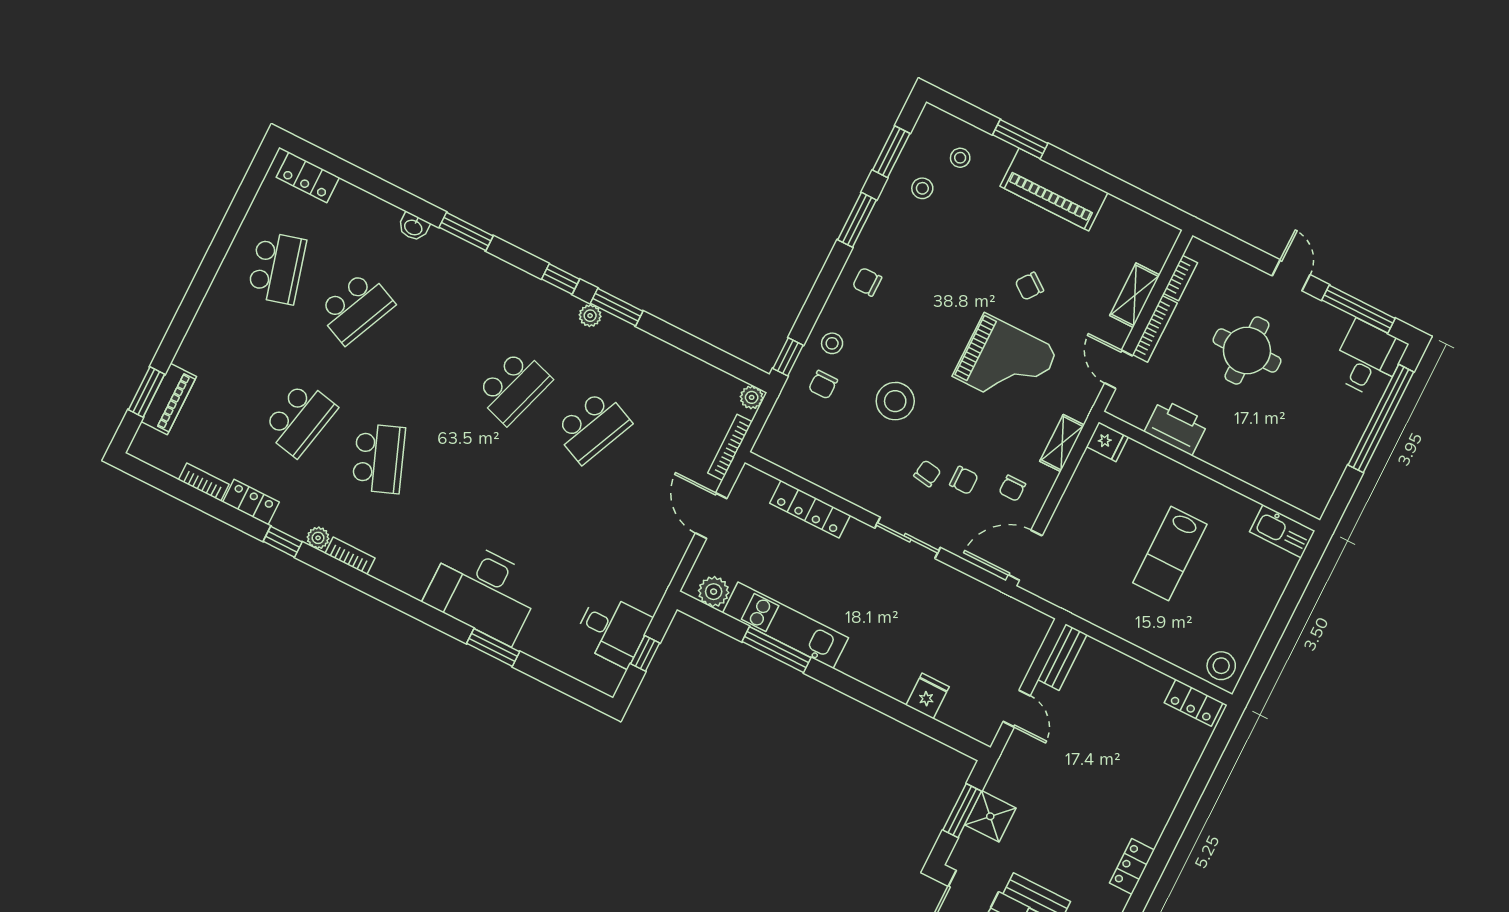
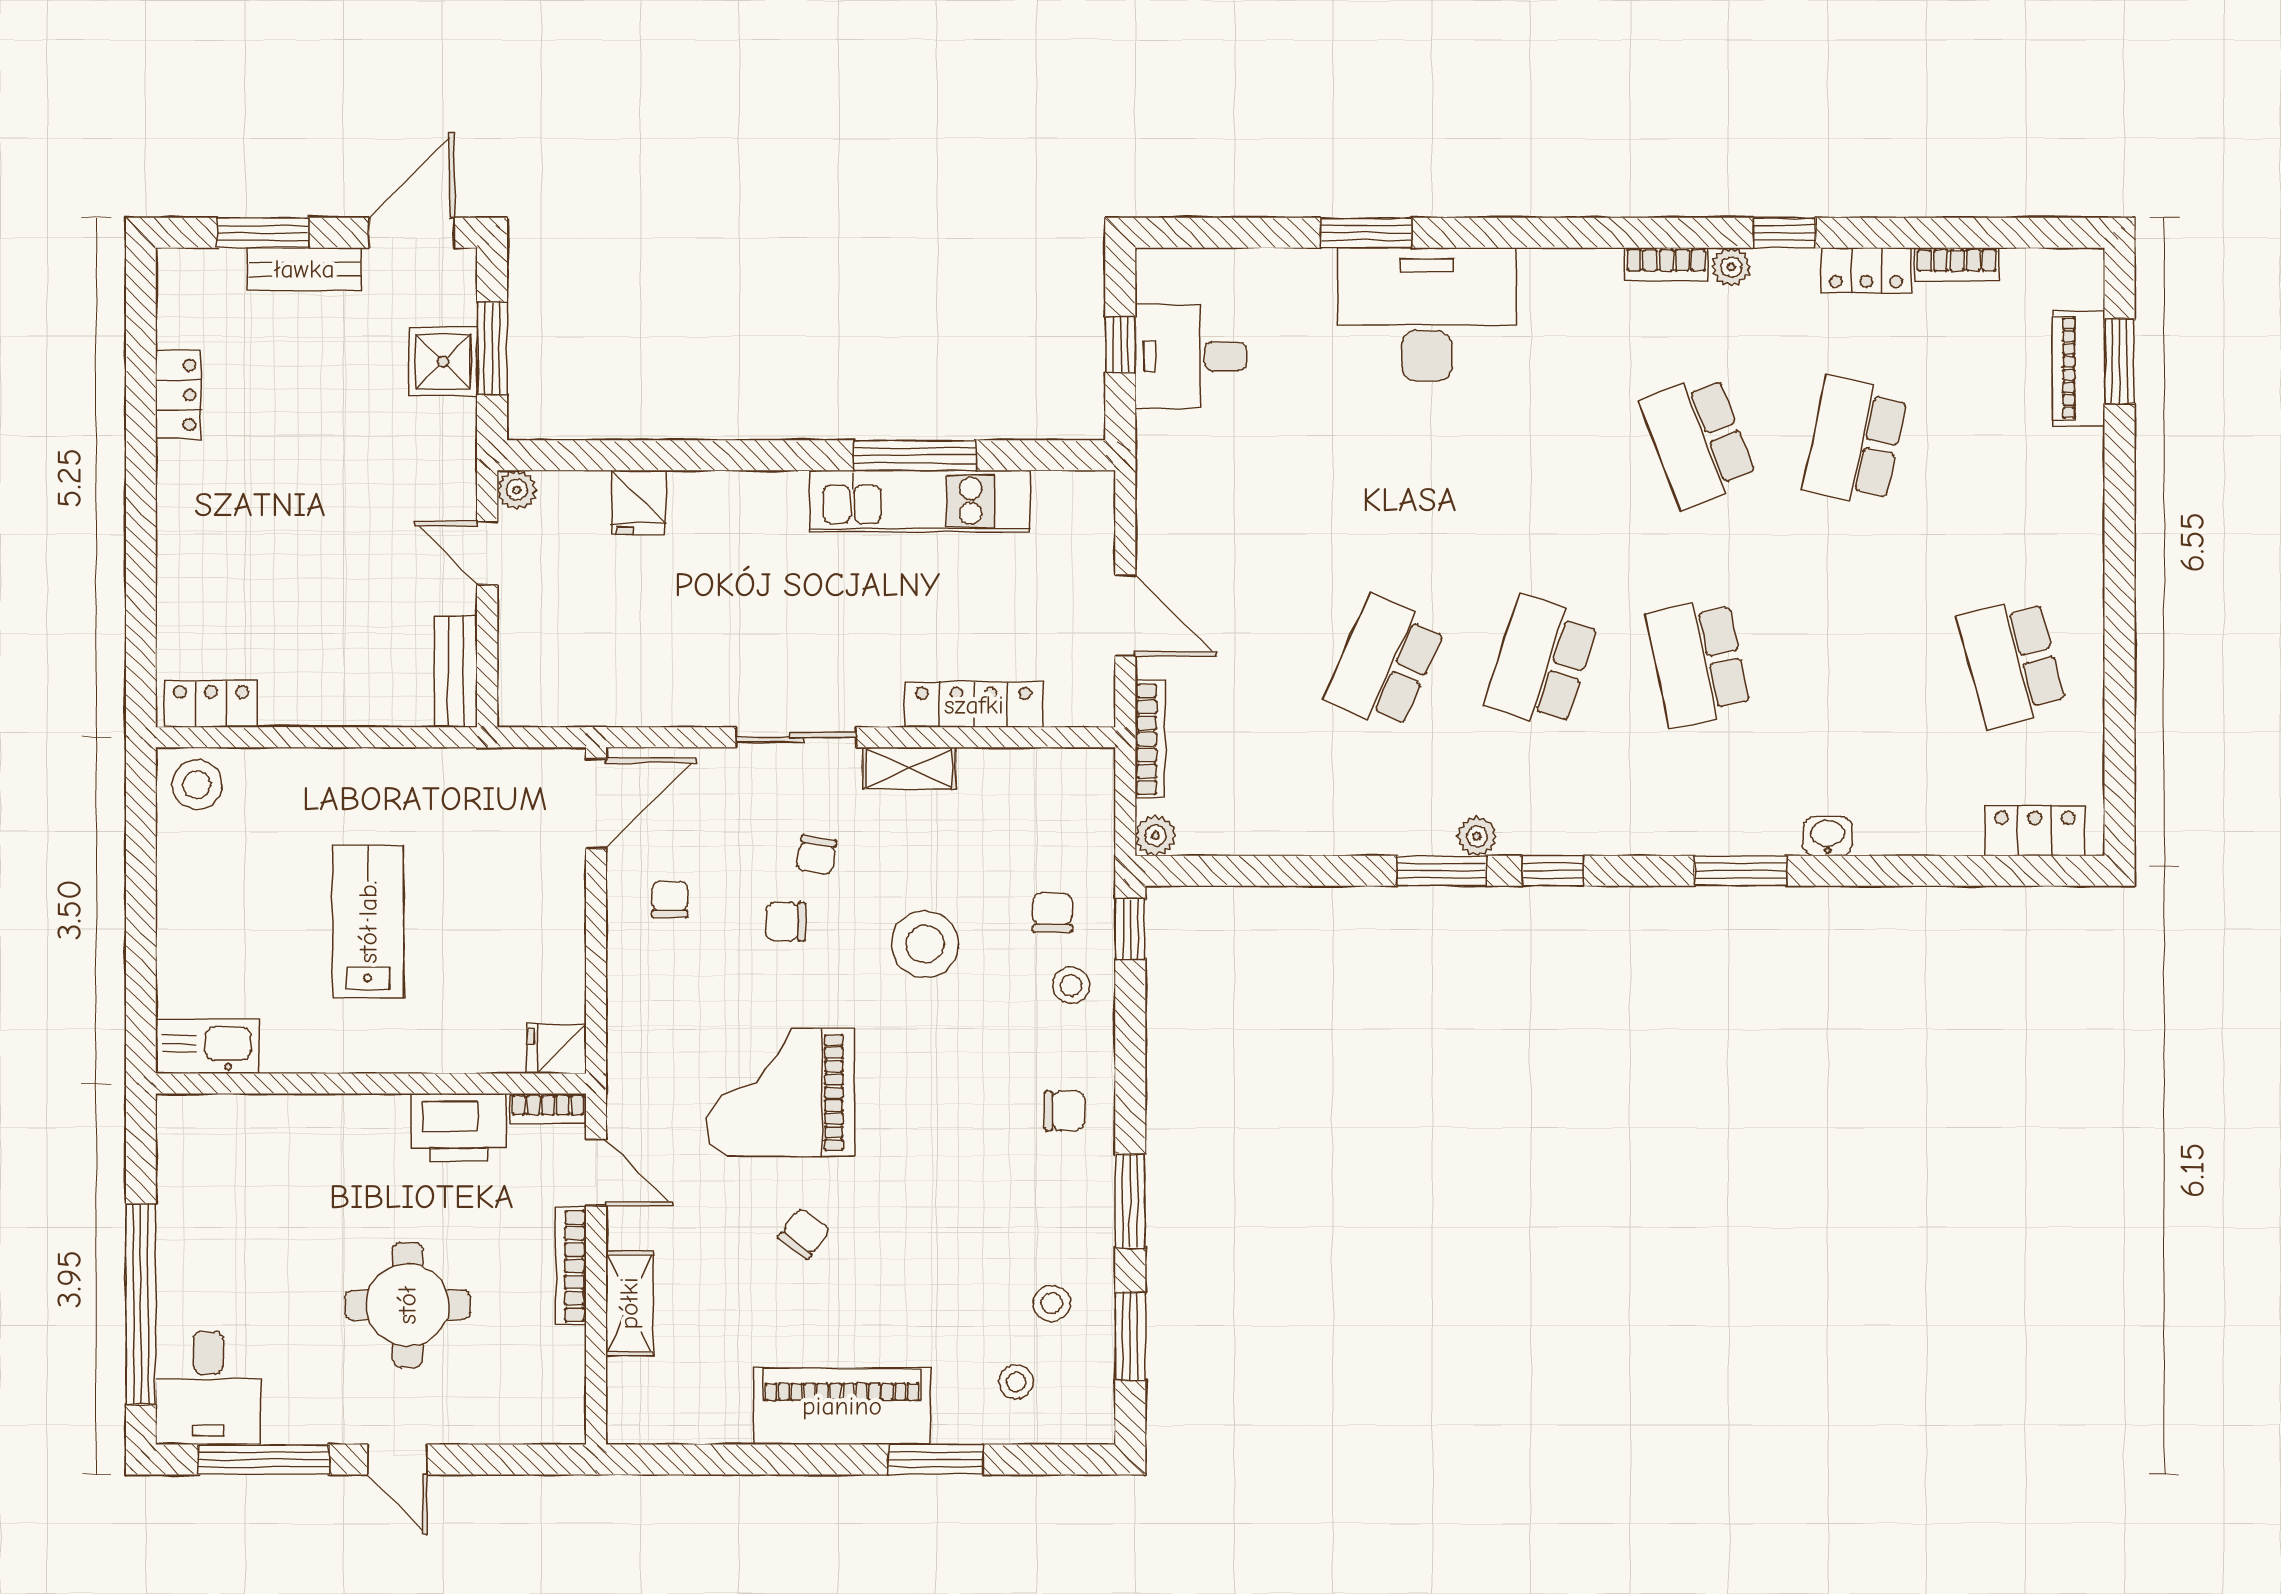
bookcase: (1180, 278) -> (548, 1109), moved, turned -90
school desk: (356, 307) -> (1698, 662), moved, turned -36
shelving: (1062, 443) -> (909, 768), moved, turned 90
chair: (964, 480) -> (786, 922), moved
plant: (714, 592) -> (517, 490), moved, width x0.73, depth x0.73

